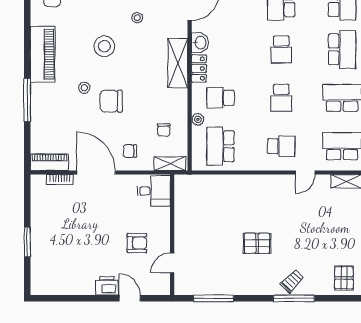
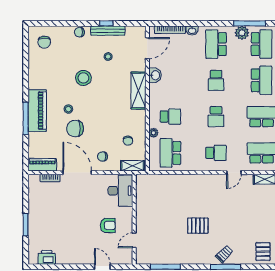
piano: (43, 54) -> (37, 111), moved
locker: (199, 69) -> (154, 95), removed
school desk: (220, 98) -> (170, 117), turned 180
chair: (111, 101) -> (75, 128), moved
desk: (154, 191) -> (120, 191), width x1.37
printer: (107, 286) -> (47, 257), moved

